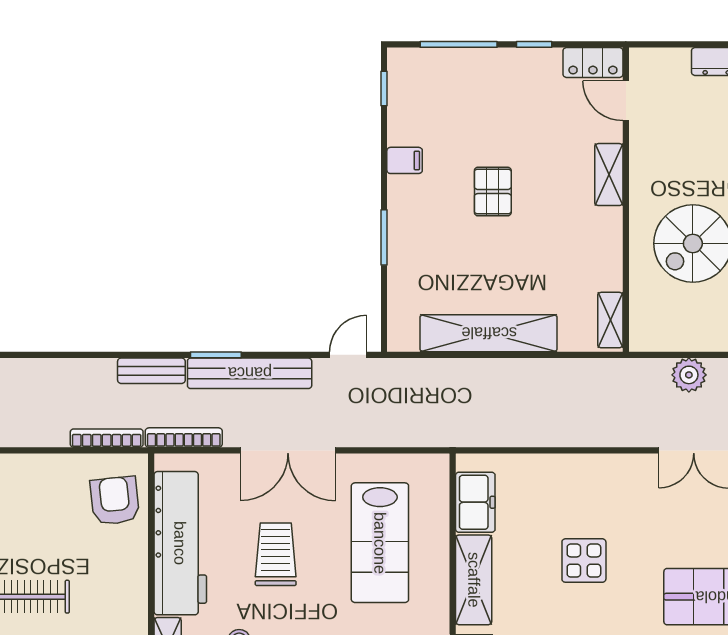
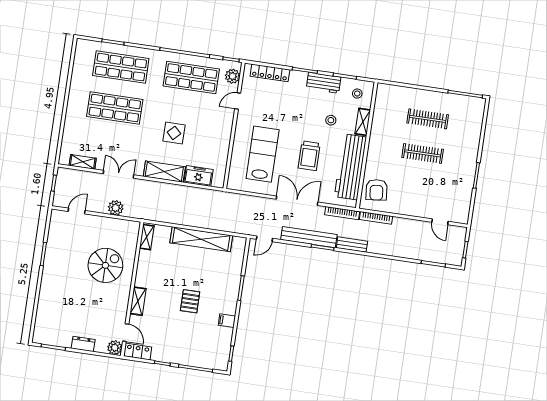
plant: (645, 64) -> (115, 348), added
freezer: (475, 502) -> (199, 176), moved, turned 90
shelving: (474, 580) -> (164, 172), moved, turned 90

